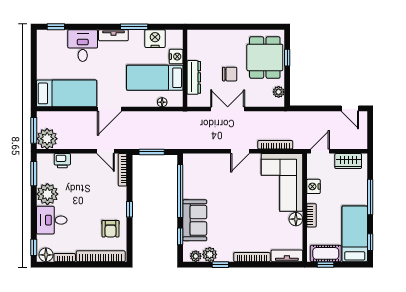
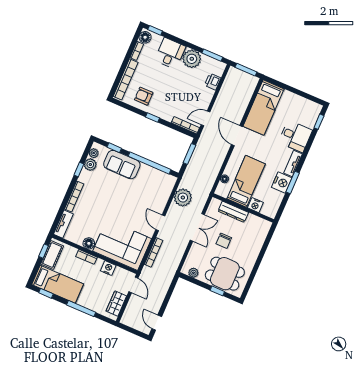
nightstand: (155, 39) -> (282, 183), moved
door: (350, 108) -> (157, 323), hinge flipped
plant: (47, 139) -> (183, 198), moved

